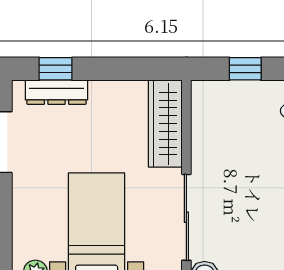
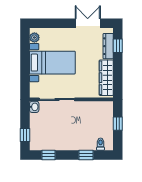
wardrobe: (165, 124) -> (106, 78), moved, turned -90

